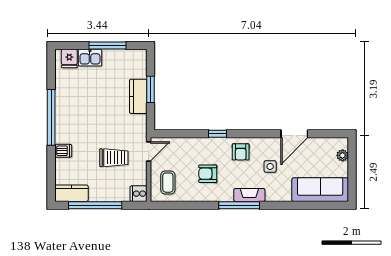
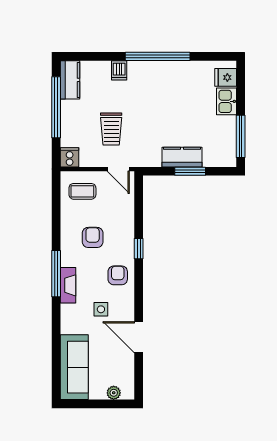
window: (108, 46) -> (241, 136), moved
armchair: (241, 152) -> (118, 275), turned 90

